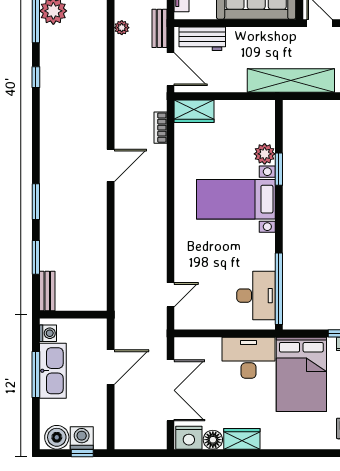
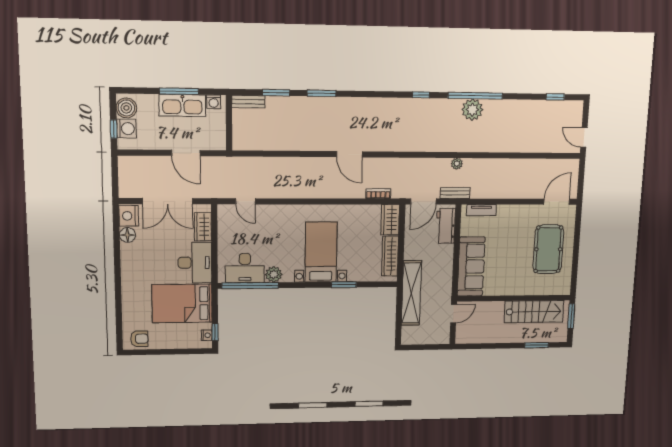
wardrobe: (242, 110) -> (390, 256), added
plant: (265, 154) -> (274, 274), moved
wardrobe: (242, 439) -> (203, 227), moved, turned 180

